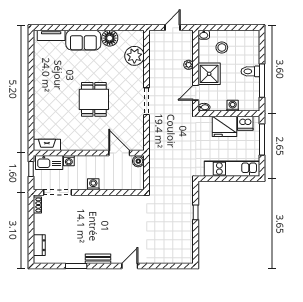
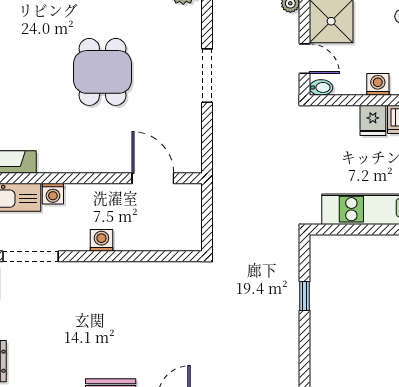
door: (196, 93) -> (305, 59), swing flipped
fridge: (224, 126) -> (373, 120), width x0.53, depth x0.75
boiler: (138, 161) -> (191, 195), removed

